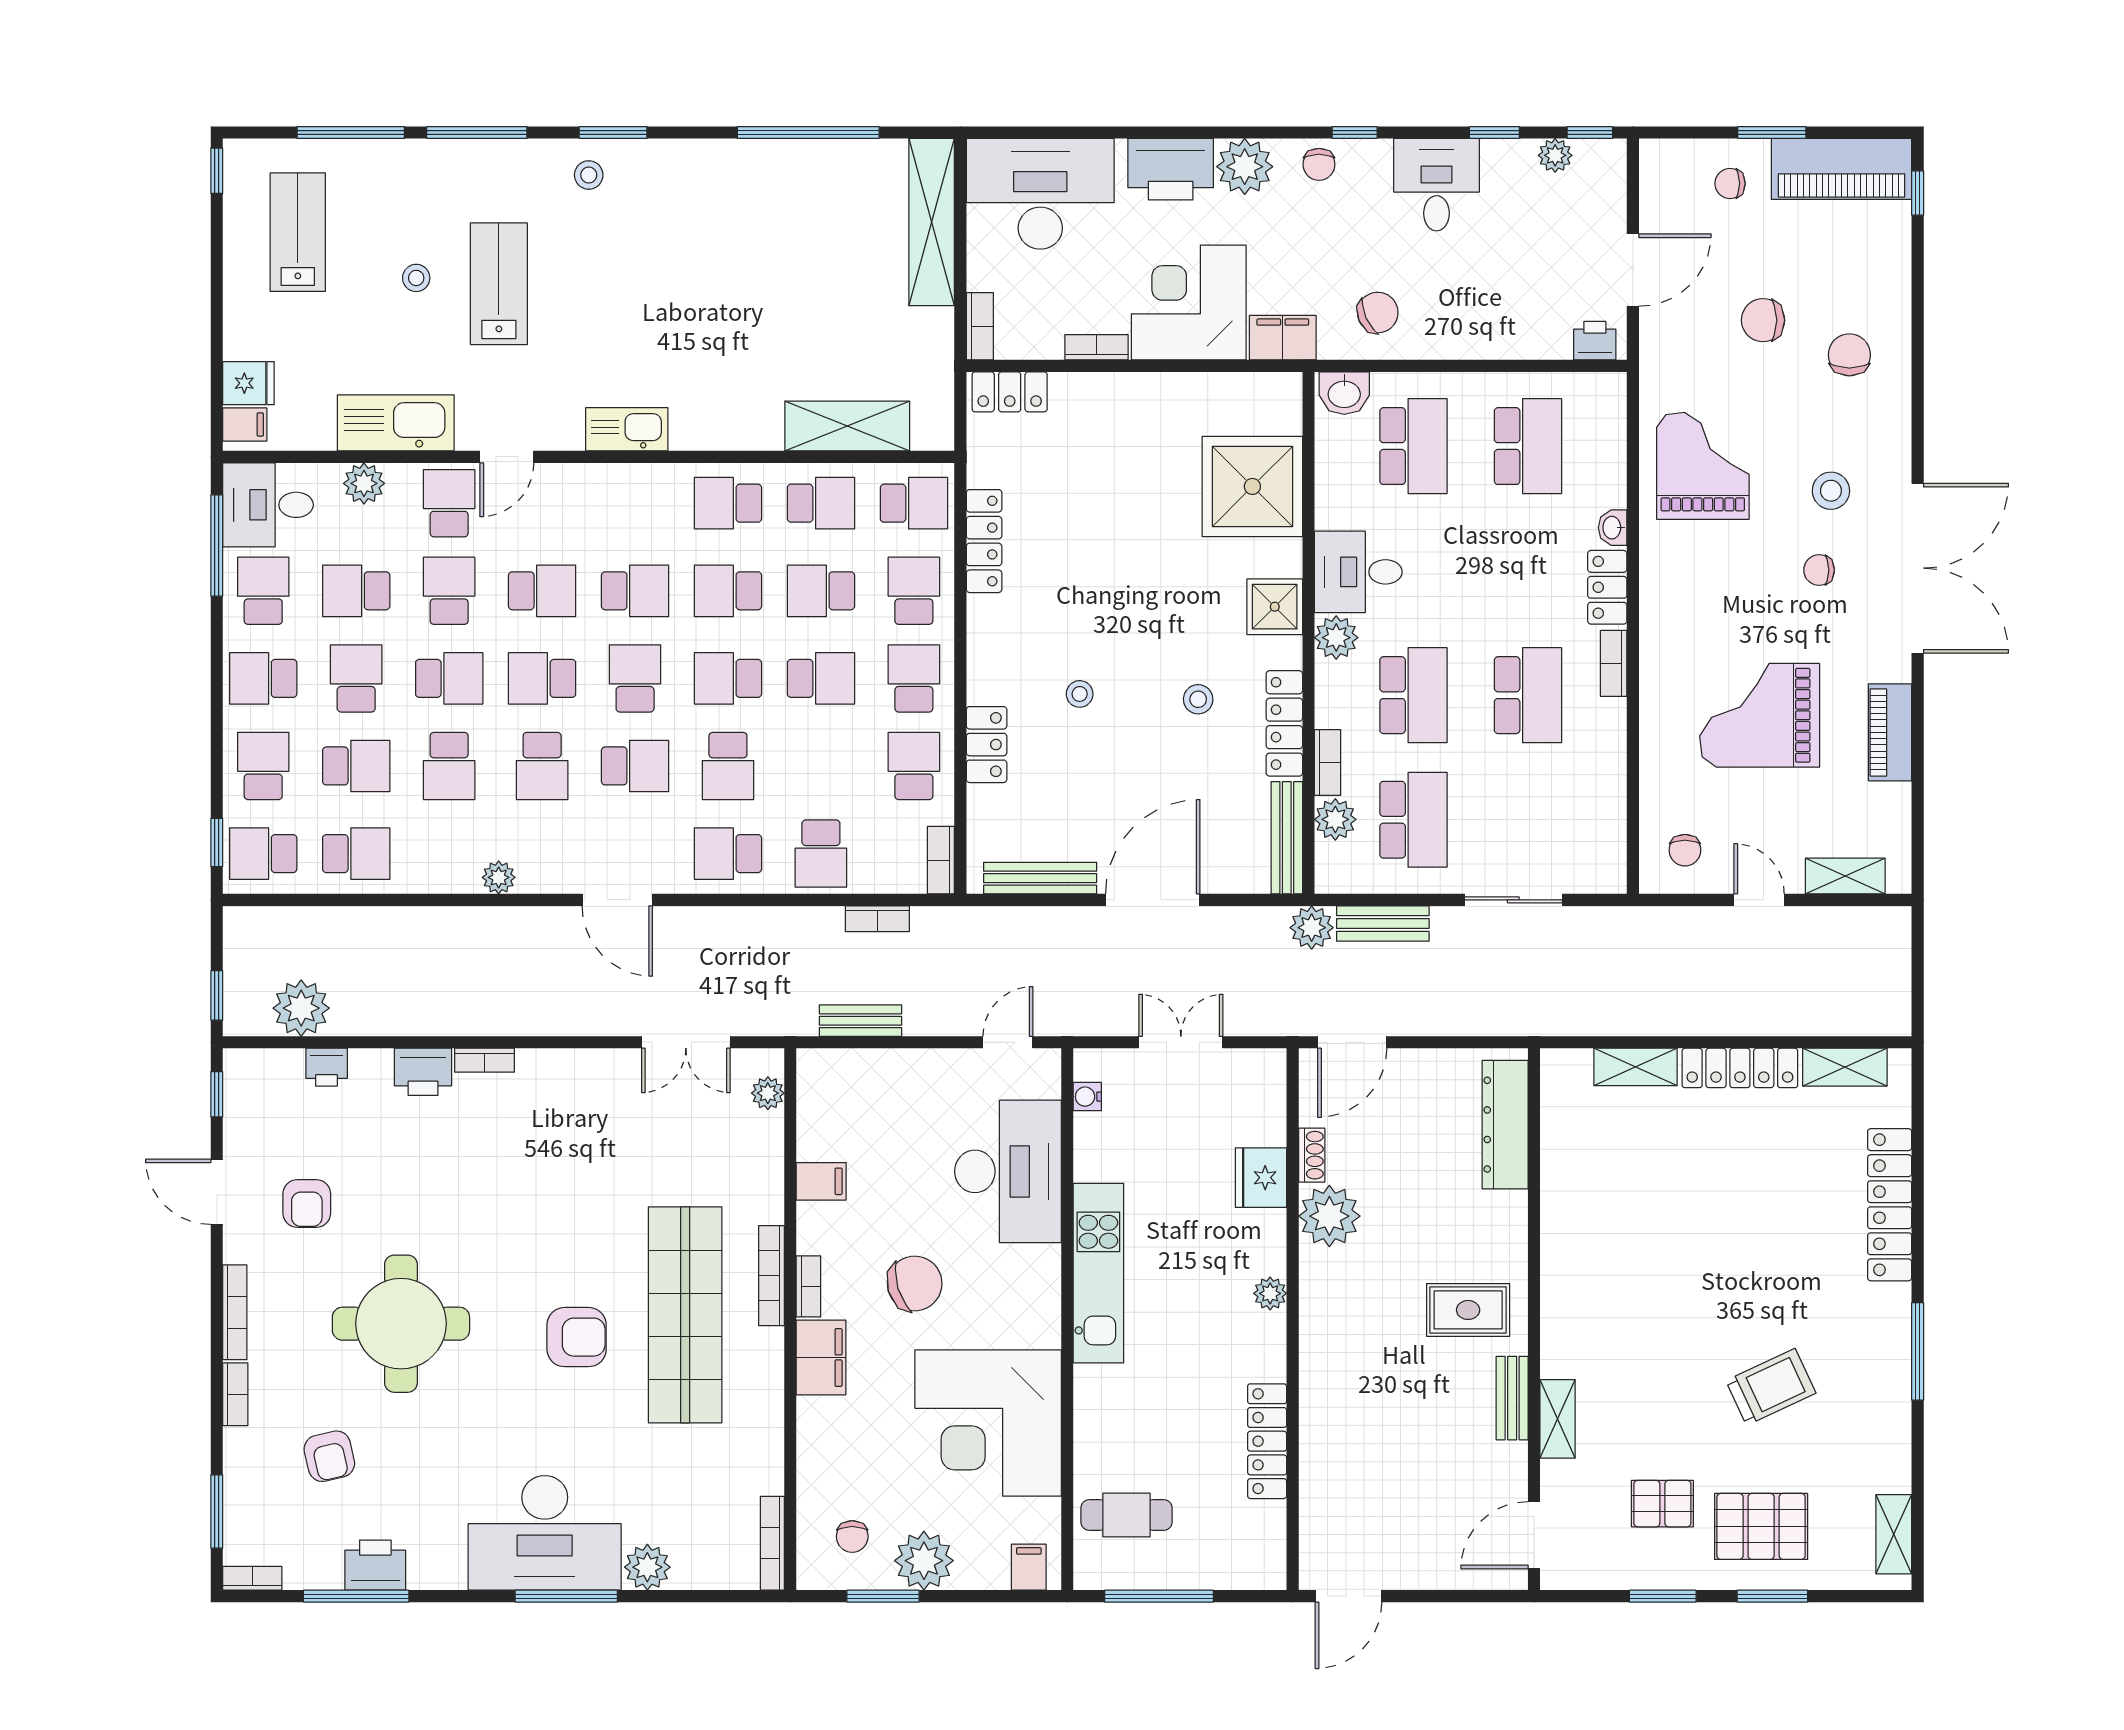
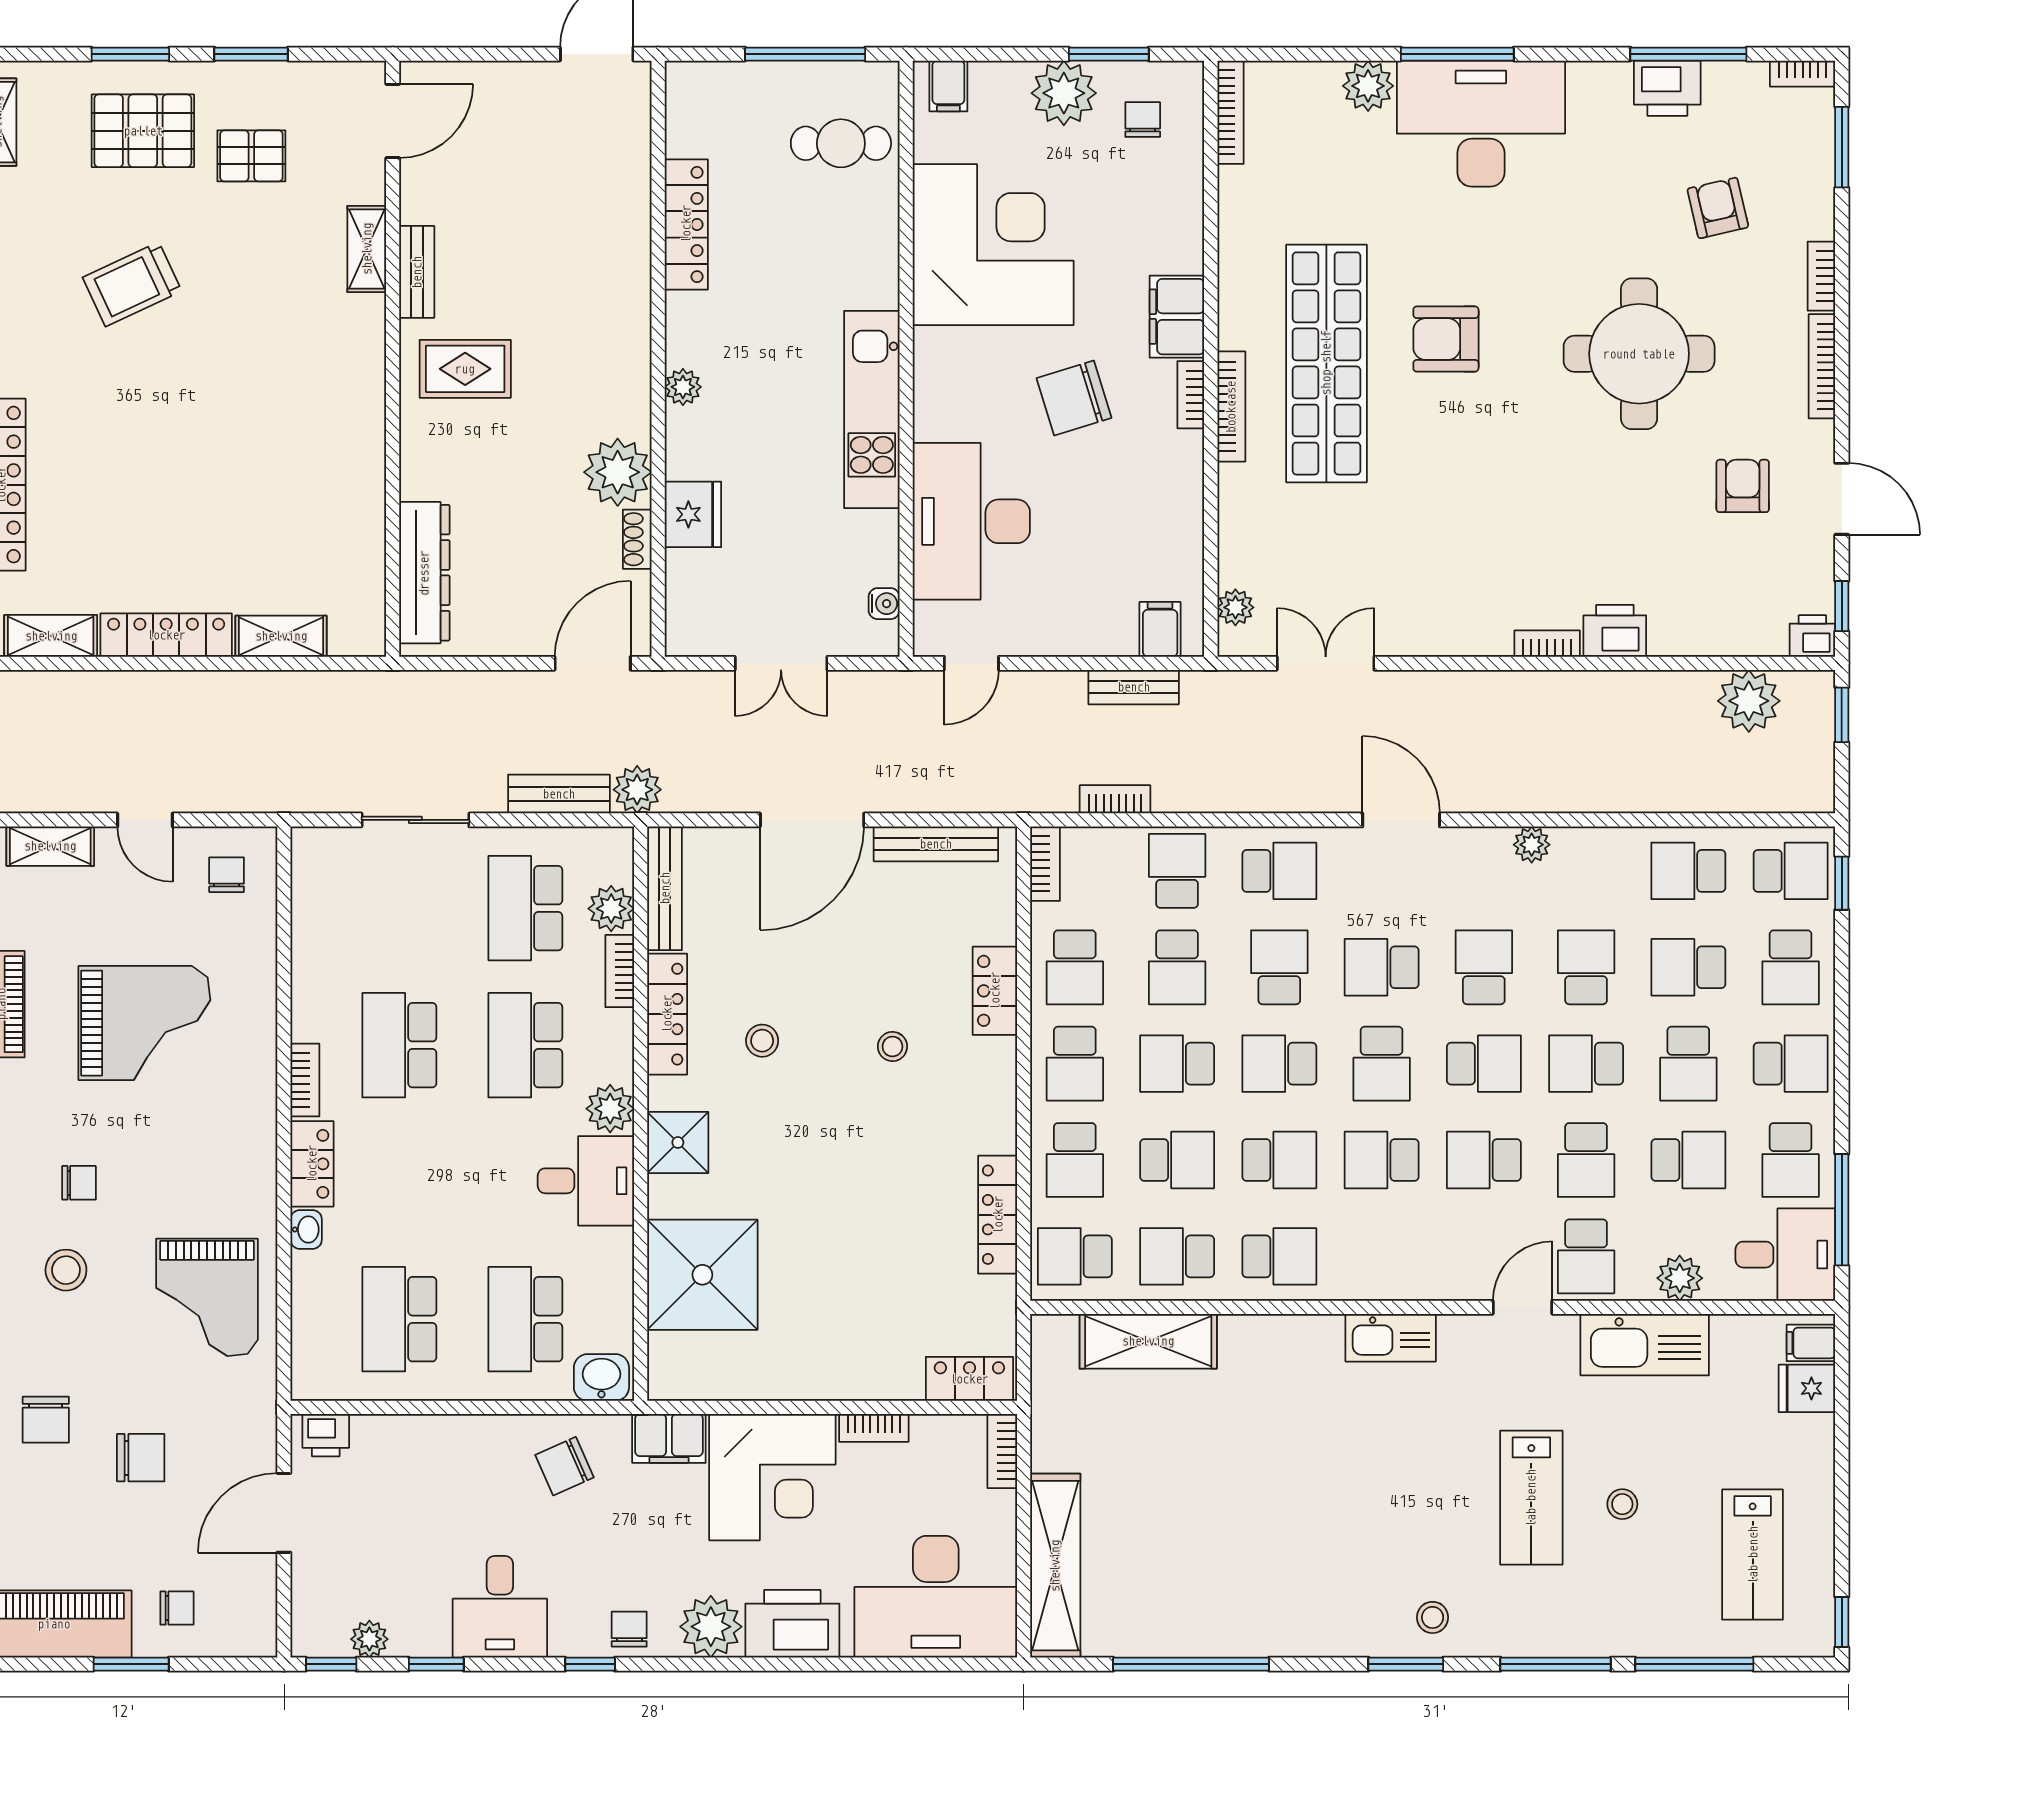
school desk: (728, 678) -> (1279, 1064), turned 180
school desk: (821, 766) -> (1177, 967), added
printer: (327, 1067) -> (1812, 636), moved
filing cabinet: (821, 1181) -> (1160, 629), moved, turned 90

